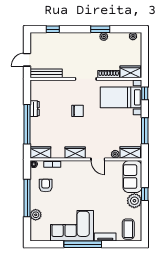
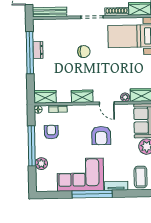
window: (27, 124) -> (30, 53), moved
armchair: (92, 190) -> (101, 136), added

